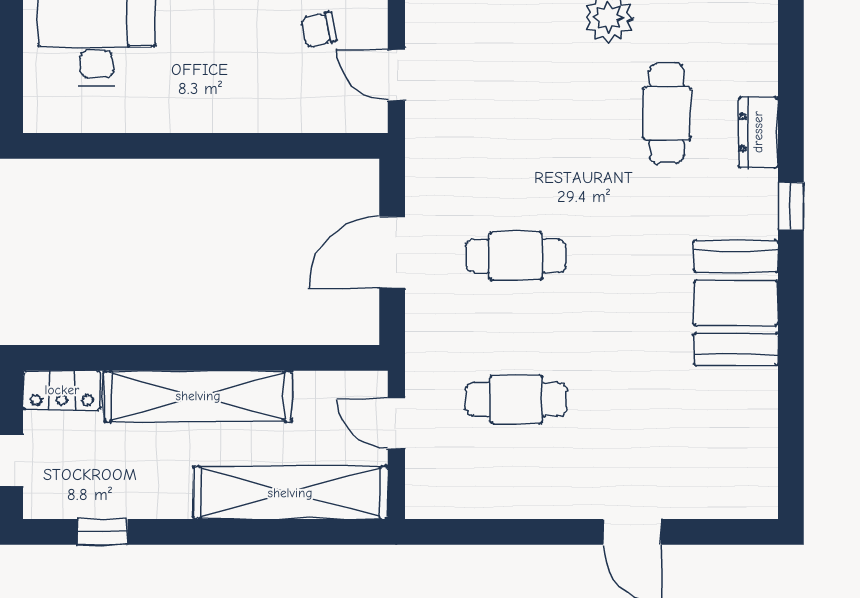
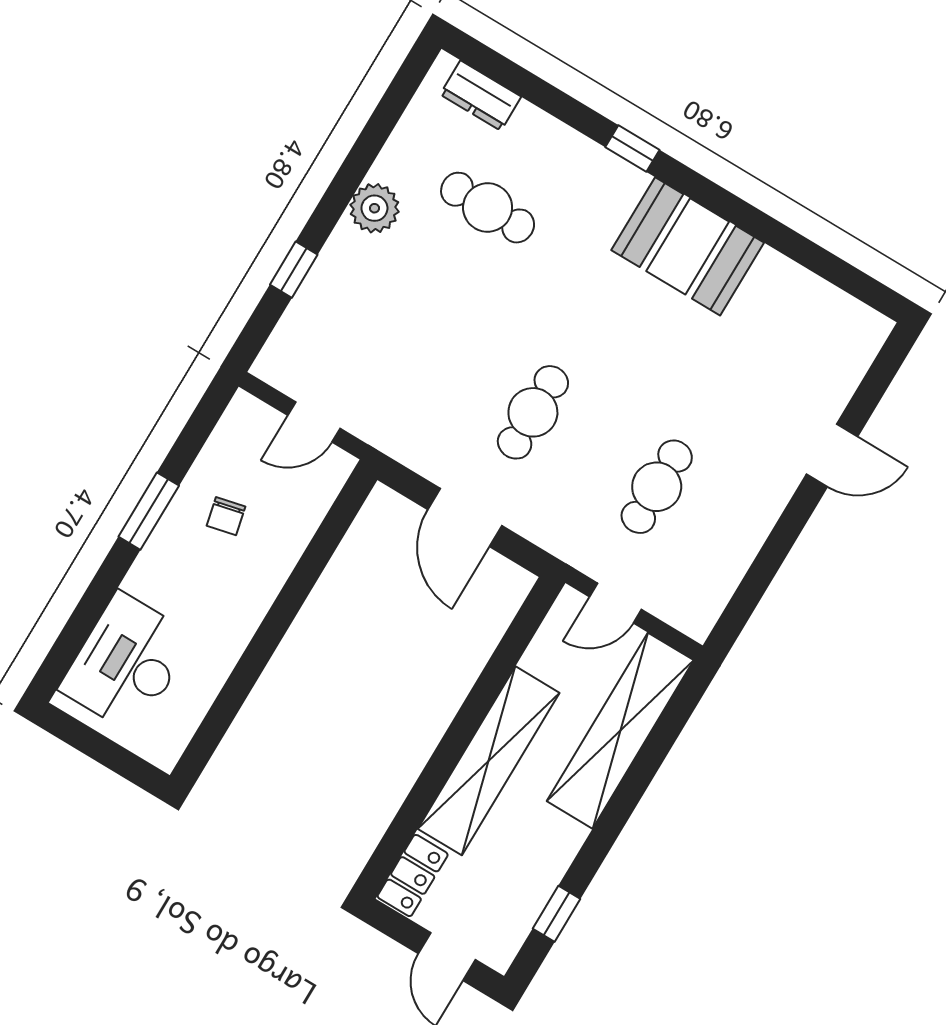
chair: (319, 29) -> (226, 516), moved
dresser: (758, 132) -> (481, 96), moved

